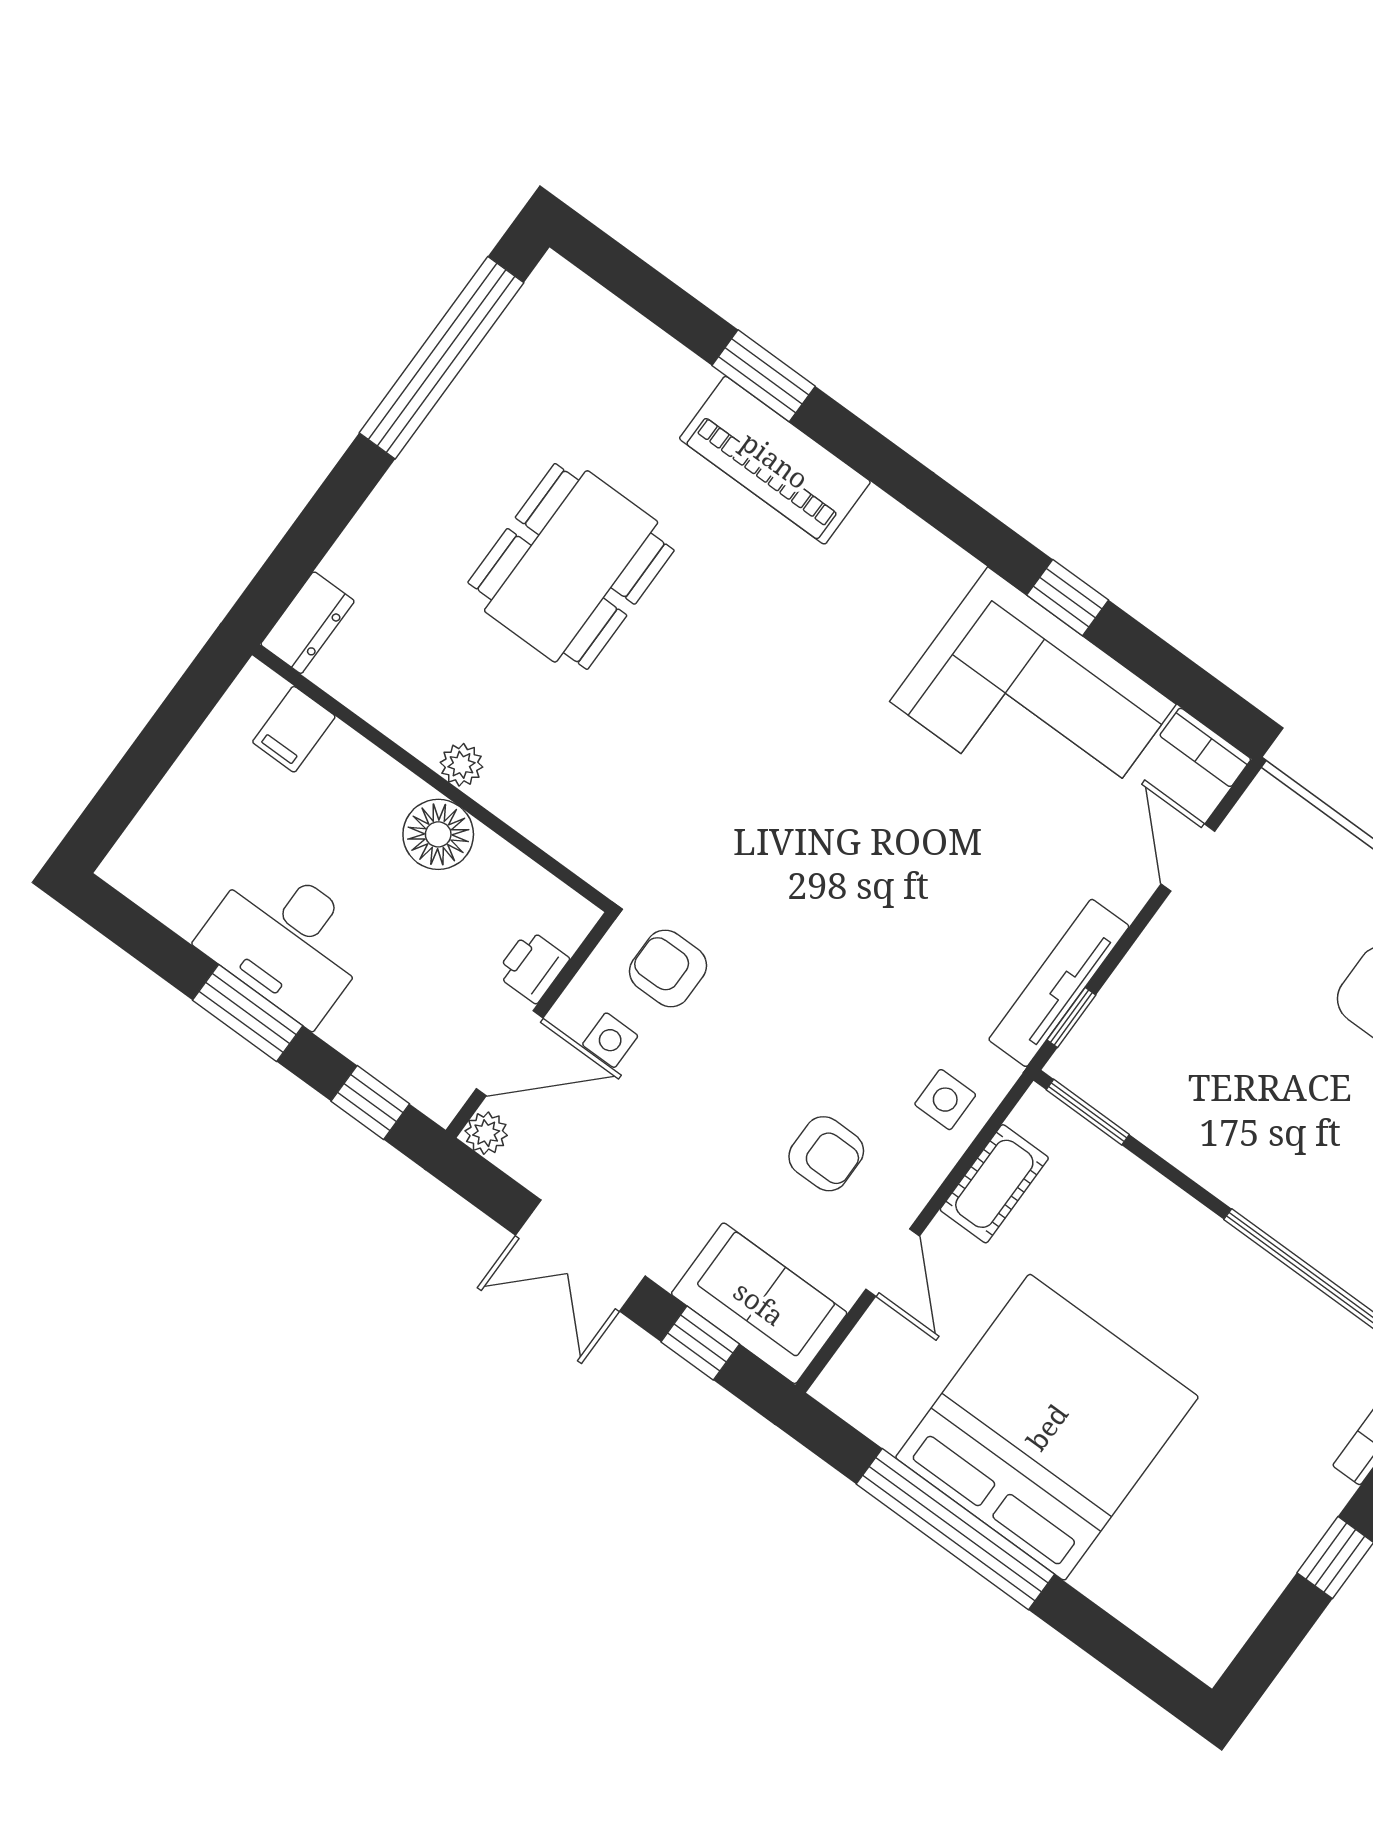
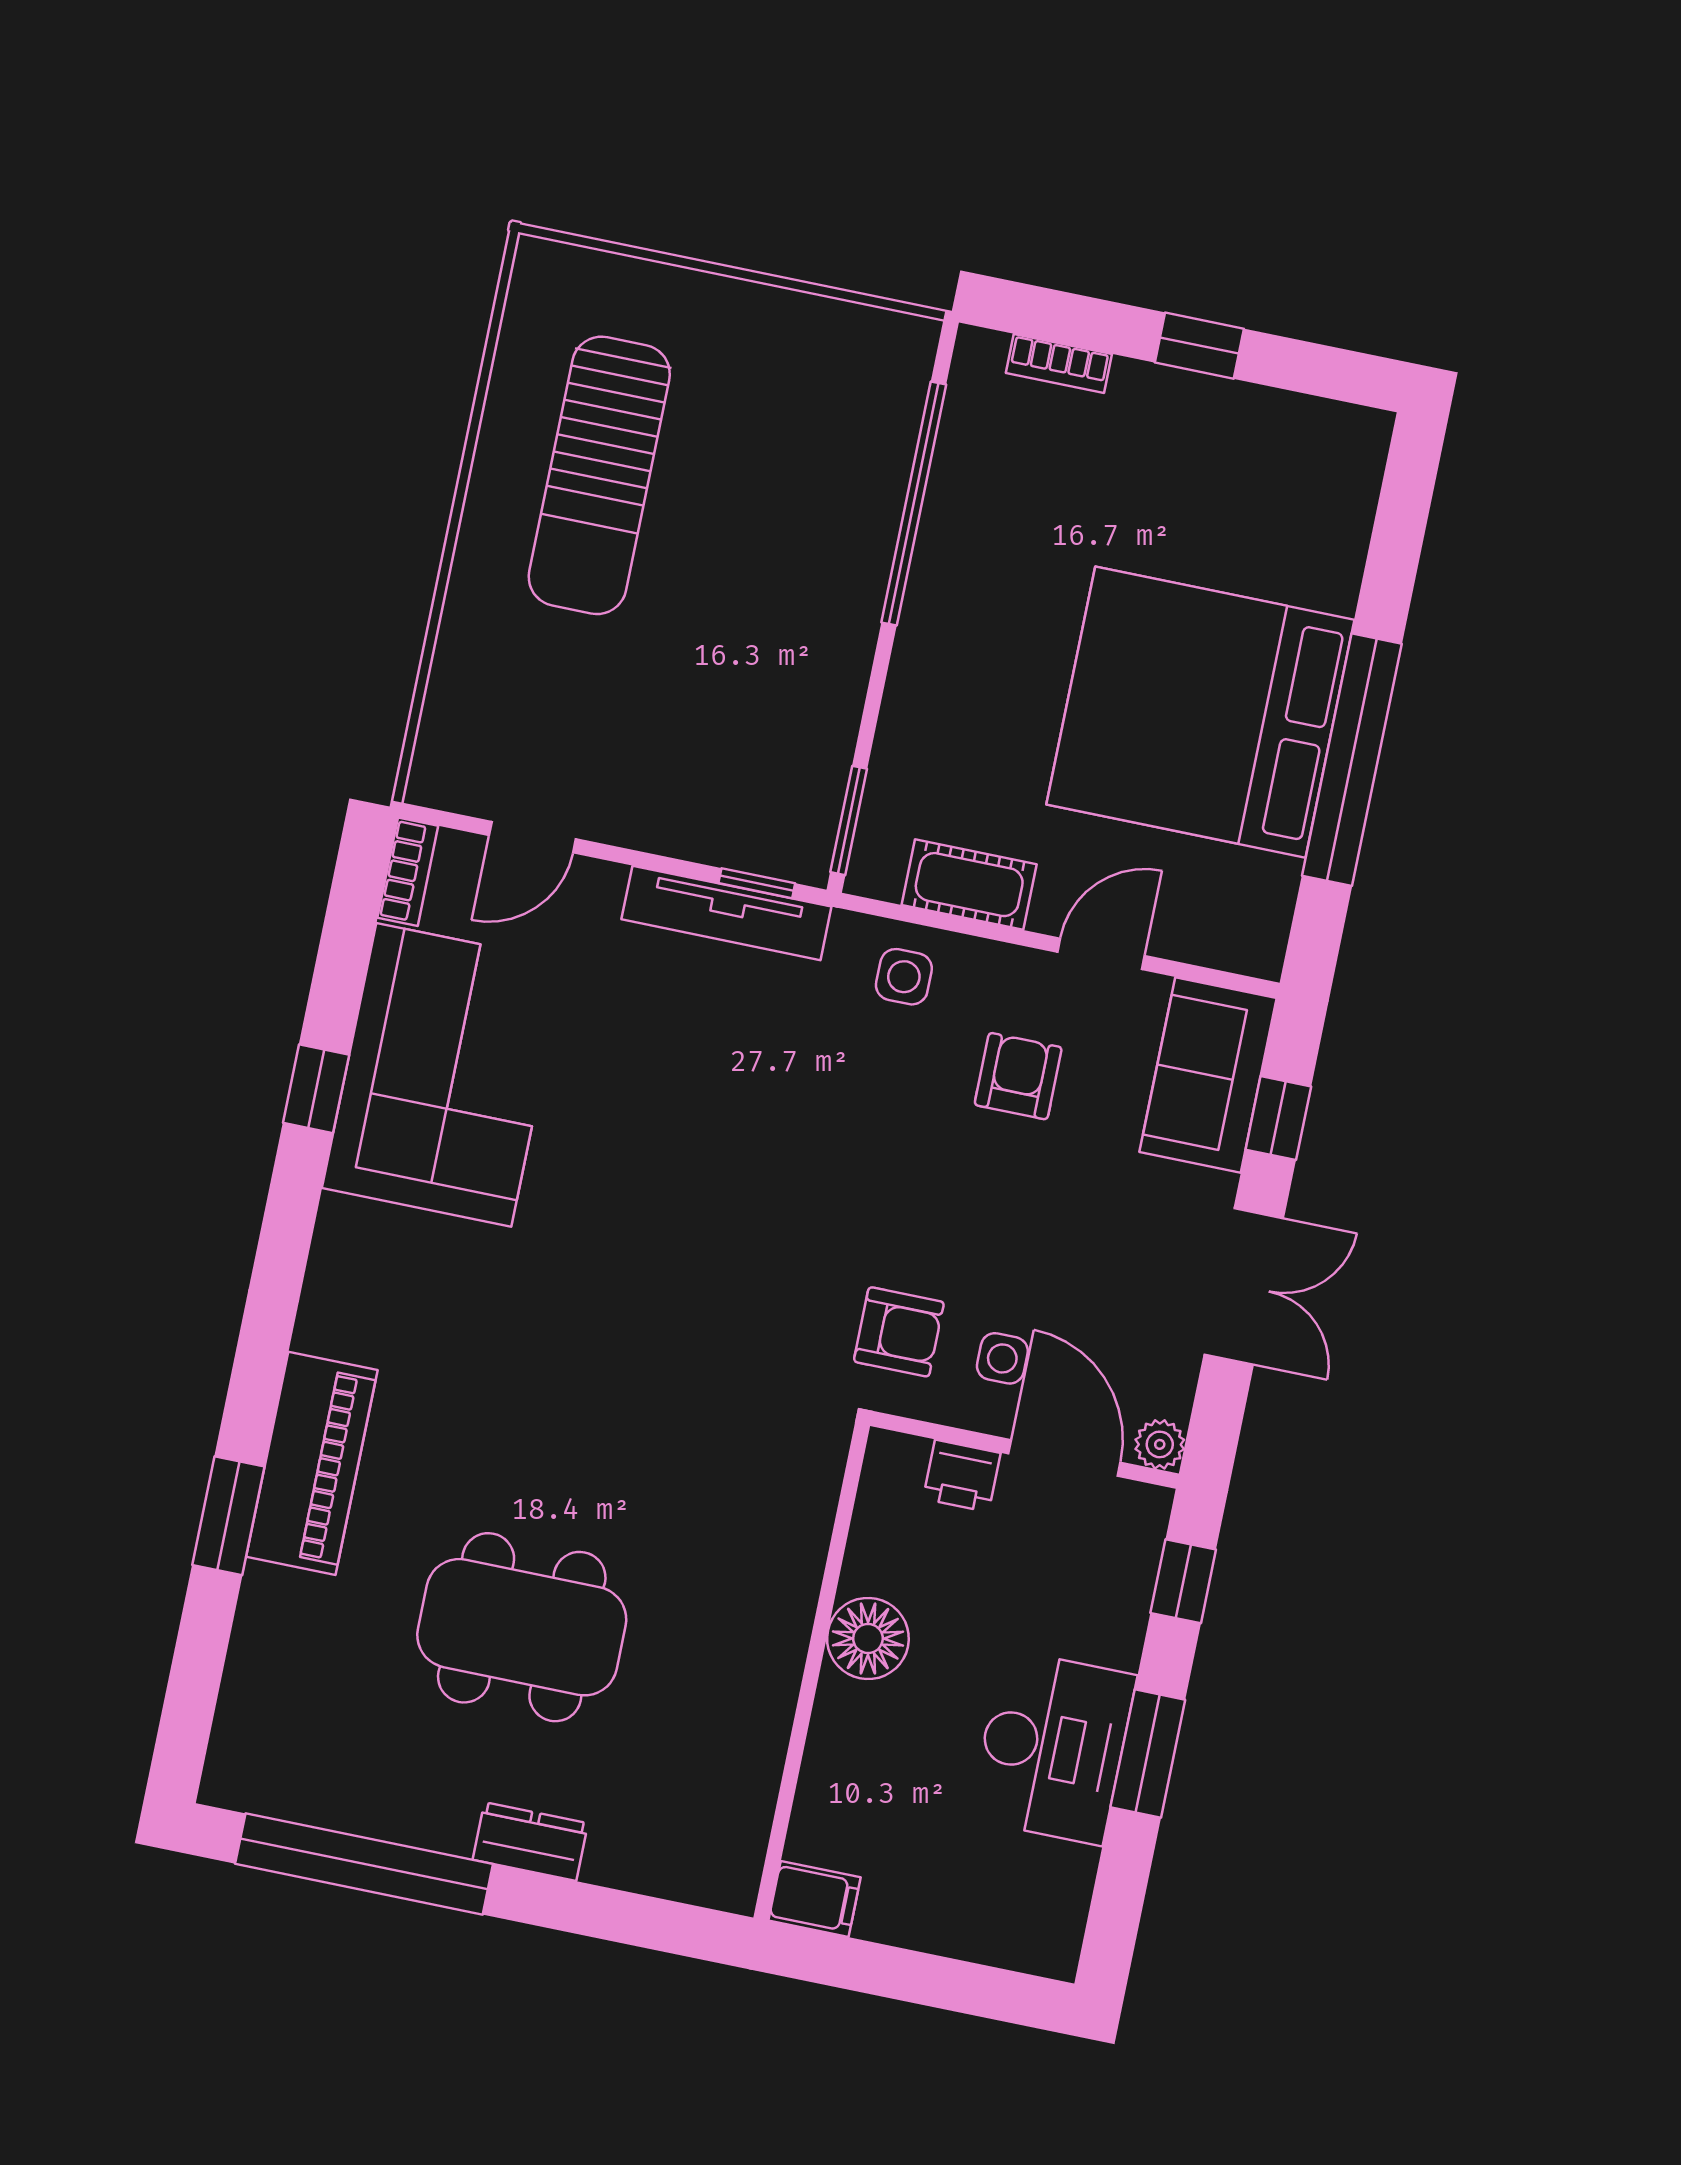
dresser: (307, 623) -> (530, 1842), moved
filing cabinet: (294, 729) -> (815, 1899), moved
plant: (461, 765) -> (783, 1647), removed
armchair: (668, 968) -> (899, 1332), turned -90

